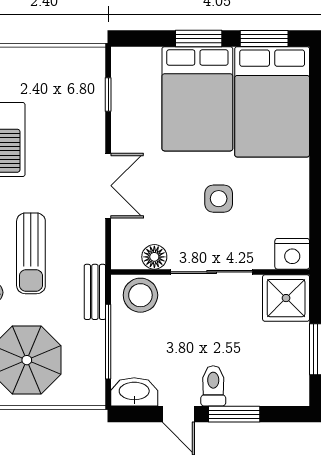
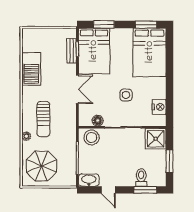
window: (199, 38) -> (104, 24), moved
bed: (197, 99) -> (94, 51), moved
nightstand: (292, 254) -> (159, 107), moved, turned -90
bench: (95, 292) -> (72, 51), moved
toilet: (213, 386) -> (141, 177), moved
window: (234, 414) -> (145, 190), moved

